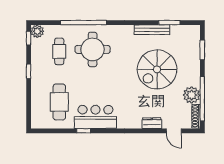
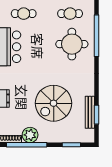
bench: (152, 30) -> (90, 112), moved
spiral stairs: (157, 69) -> (54, 103), turned -90
cafe table: (59, 102) -> (24, 14), width x0.73, depth x0.74

